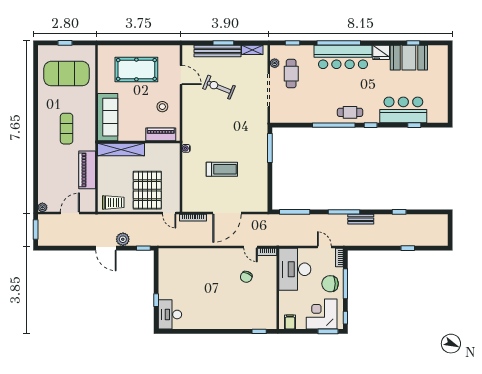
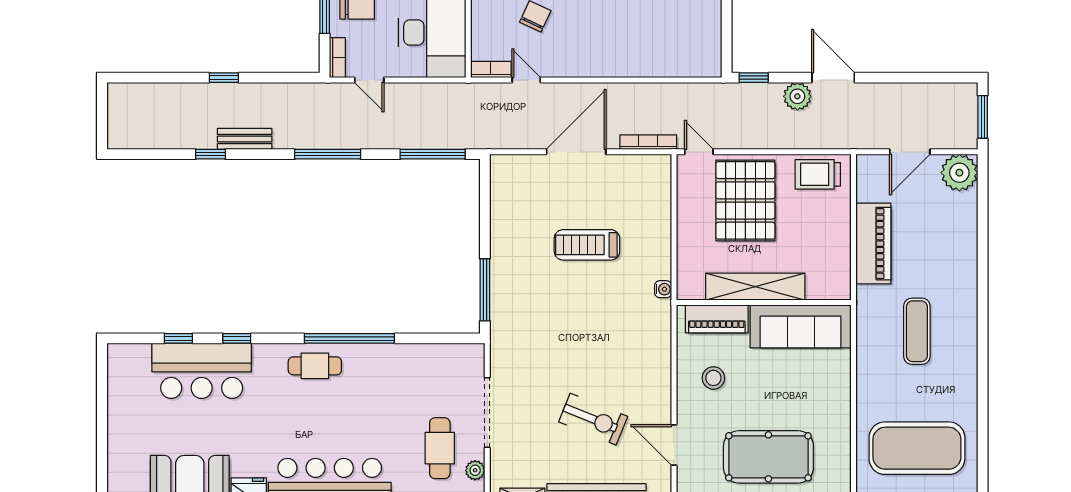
sofa: (108, 117) -> (801, 326), moved, turned -90
window: (371, 125) -> (237, 338), moved
shelving: (121, 150) -> (755, 287), moved
plant: (42, 207) -> (959, 173), width x1.88, depth x1.88
bench: (361, 219) -> (245, 139), moved
window: (408, 248) -> (224, 78), moved

